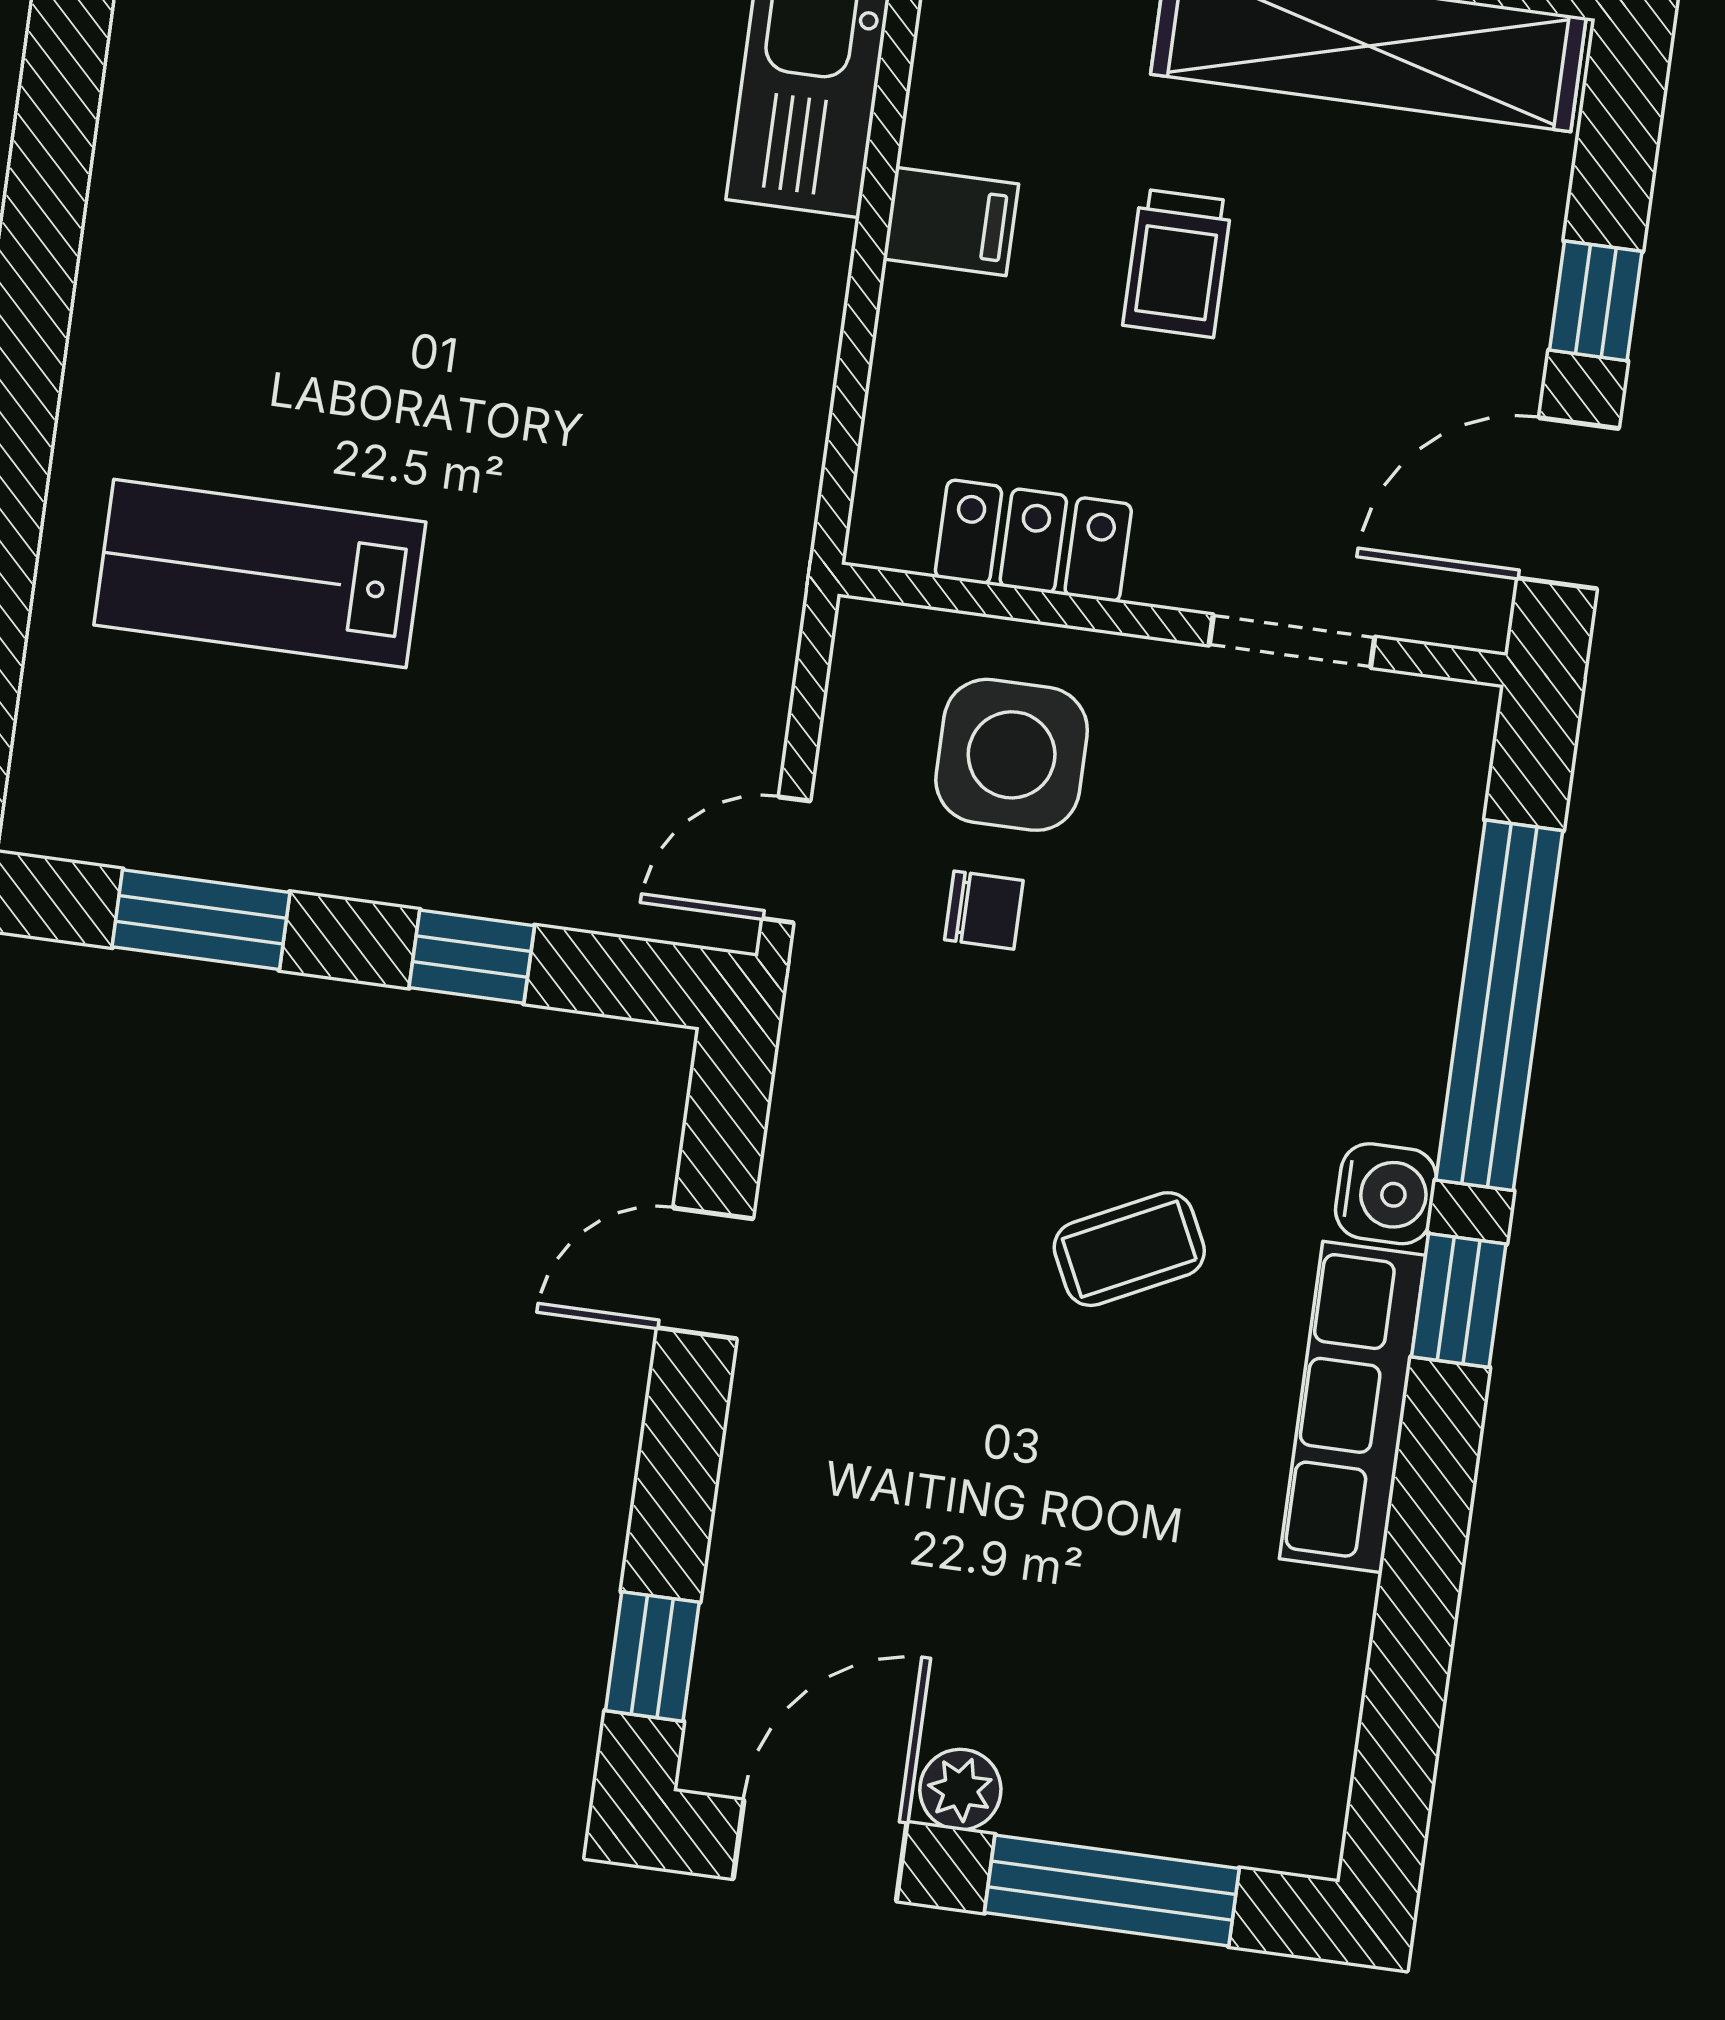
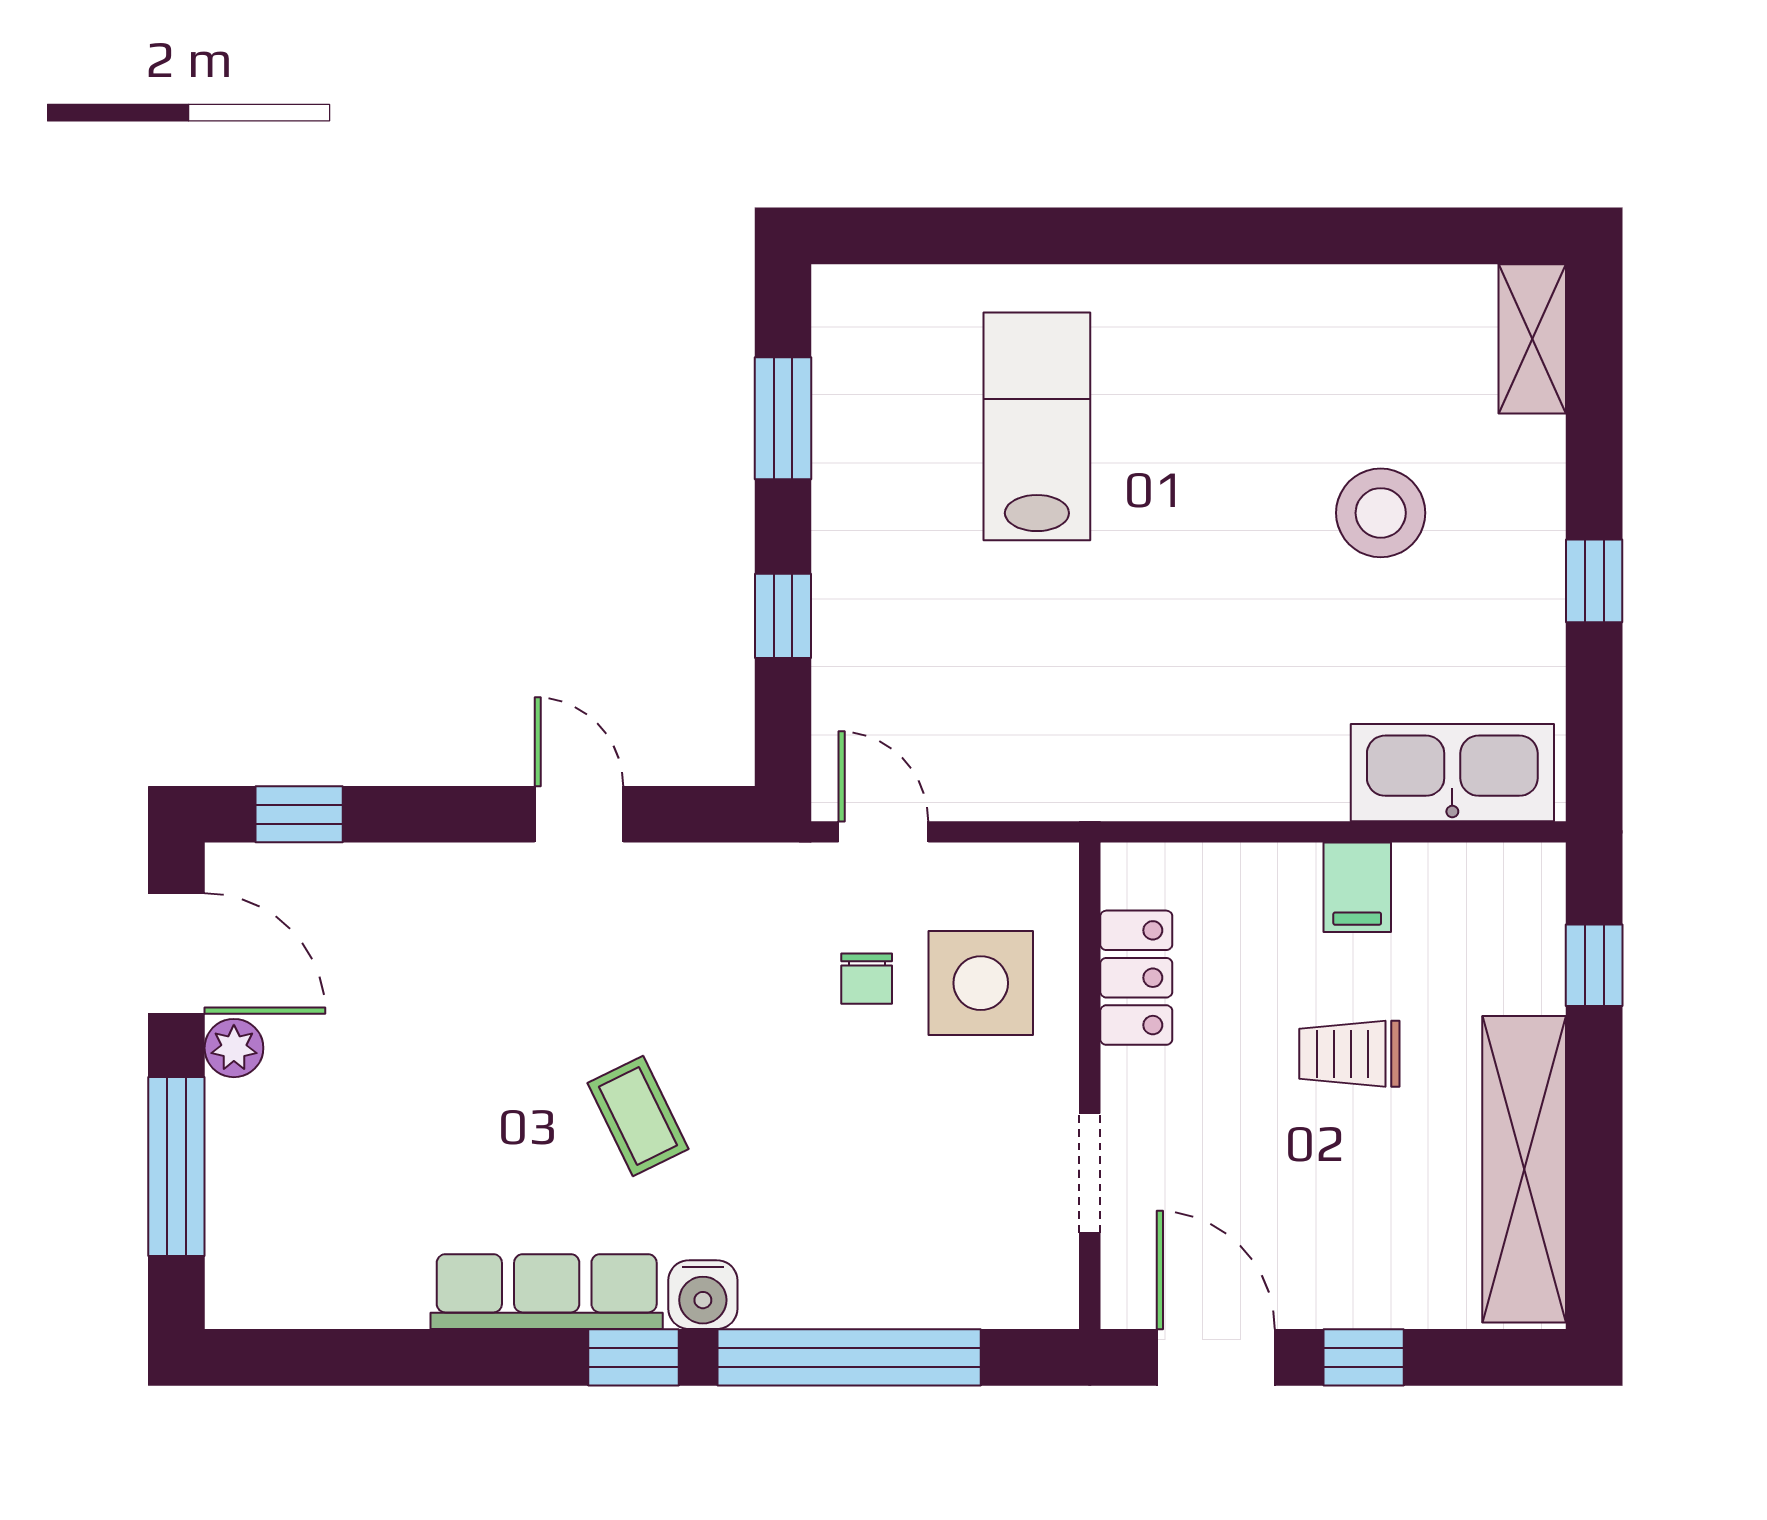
stool: (443, 119) -> (1381, 513), added

